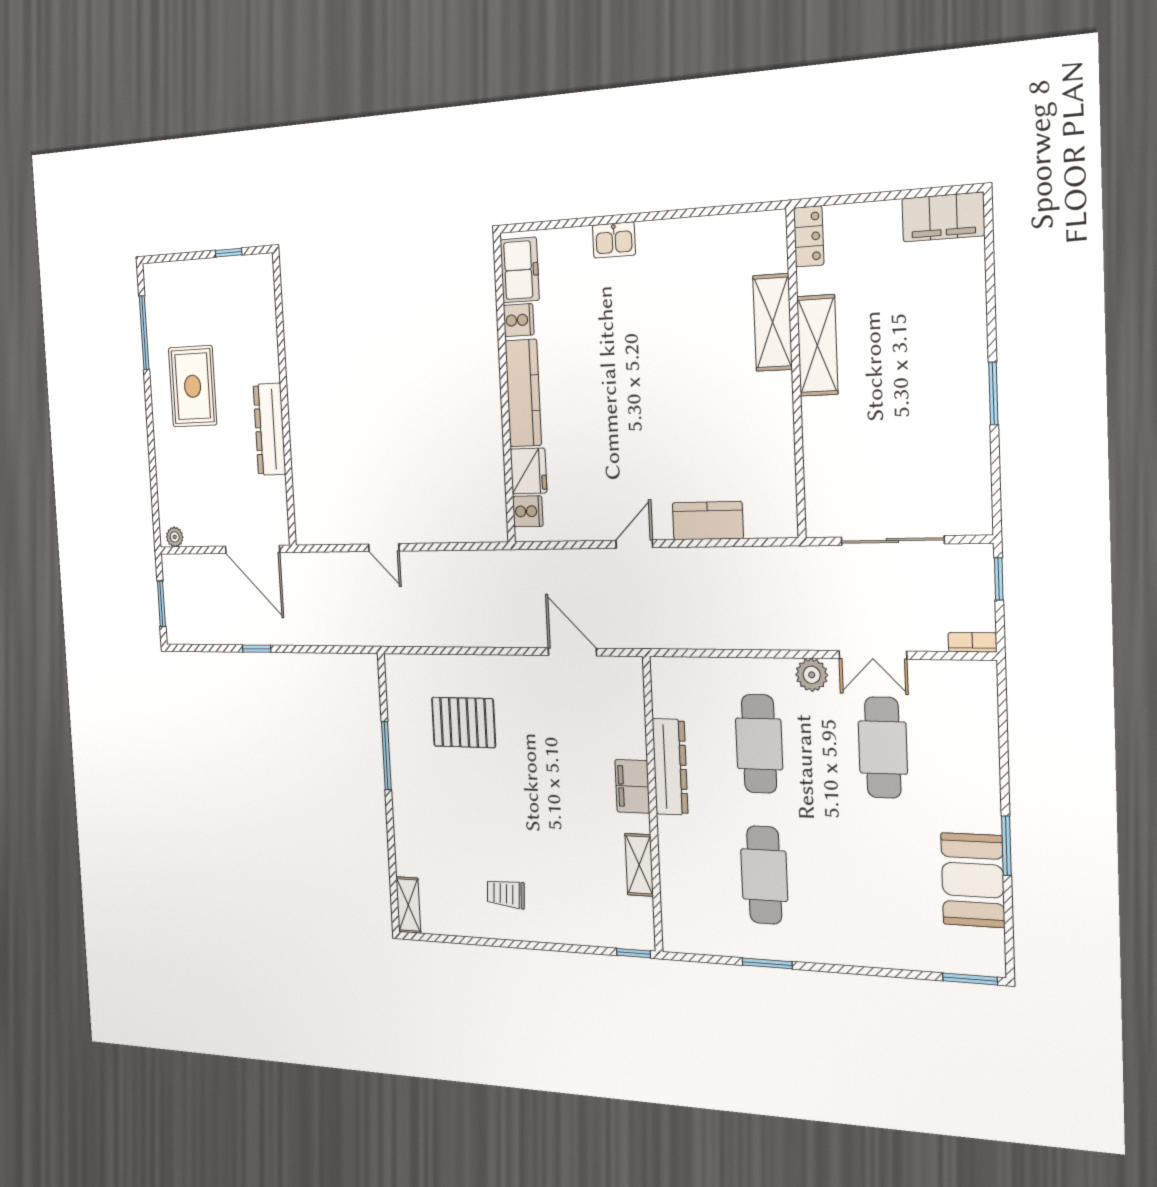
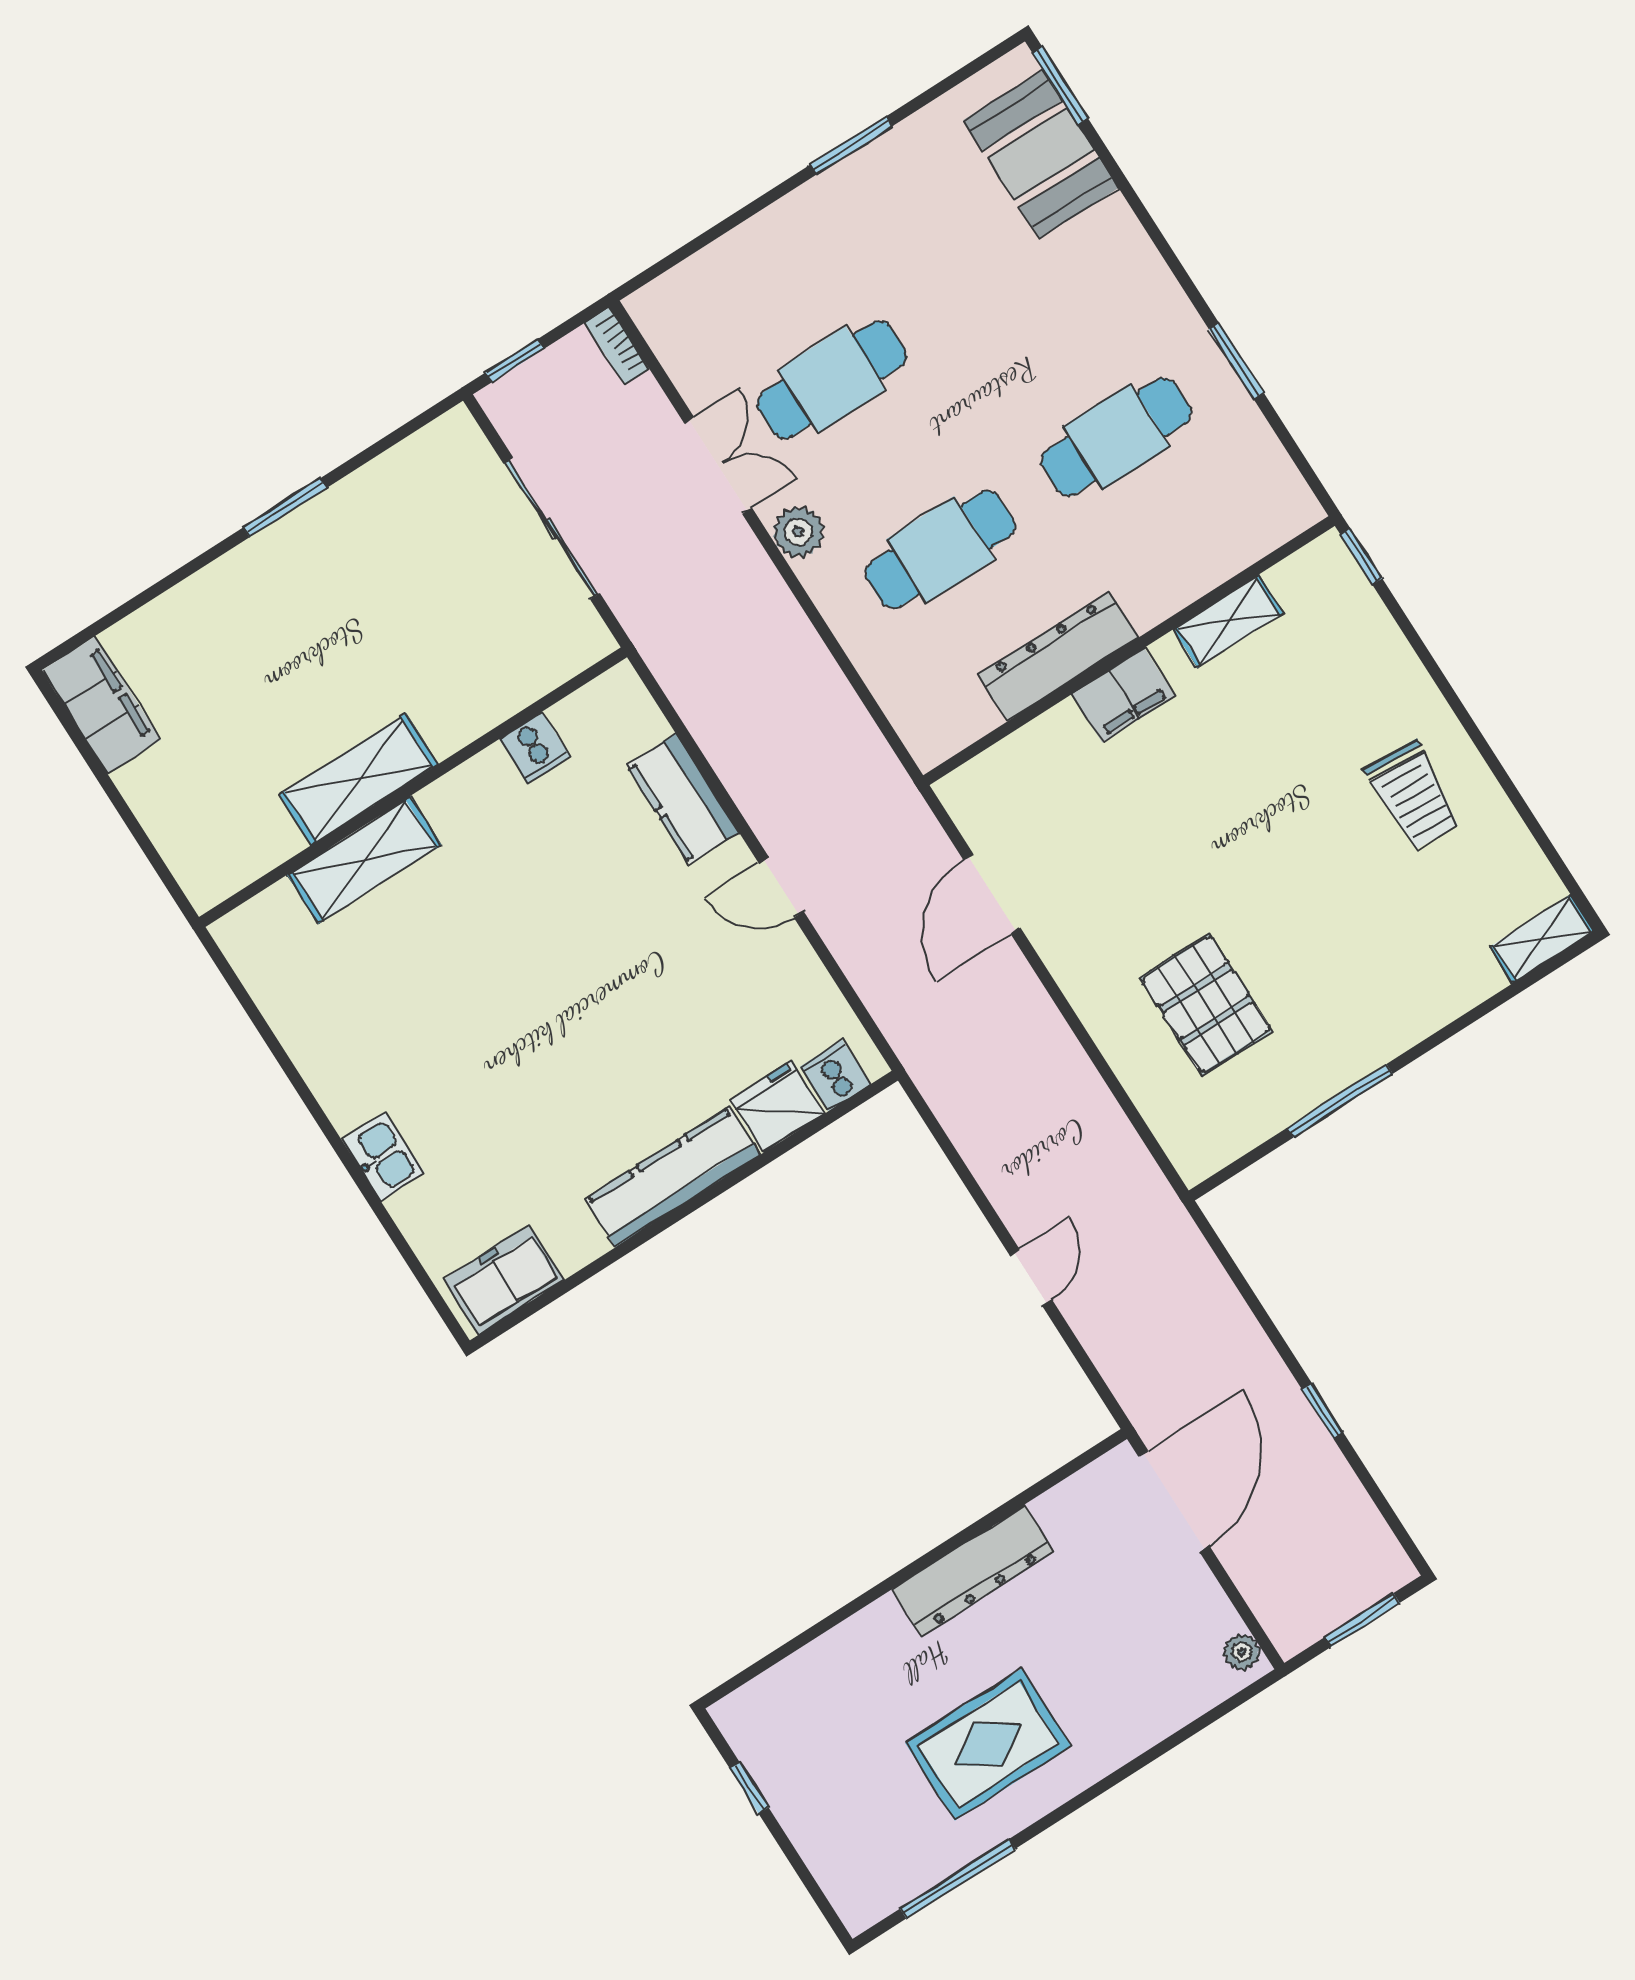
locker: (809, 236) -> (224, 874), removed
cooker: (519, 320) -> (535, 748), moved, turned 180
booth: (973, 880) -> (1041, 154), moved, turned 90
trolley: (506, 894) -> (1414, 796), width x1.36, depth x1.39

